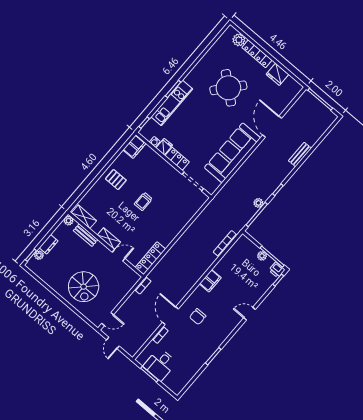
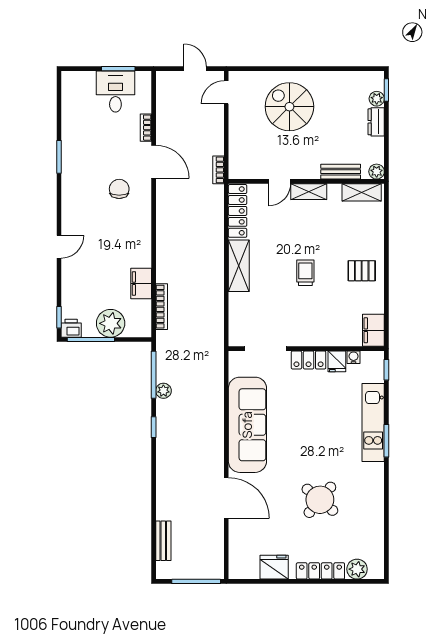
round table: (228, 88) -> (320, 500), width x0.73, depth x0.73
bench: (300, 154) -> (163, 541), moved
shelving: (172, 232) -> (239, 266), added
plant: (262, 256) -> (111, 323), width x1.87, depth x1.87
filing cabinet: (210, 281) -> (141, 283), moved

